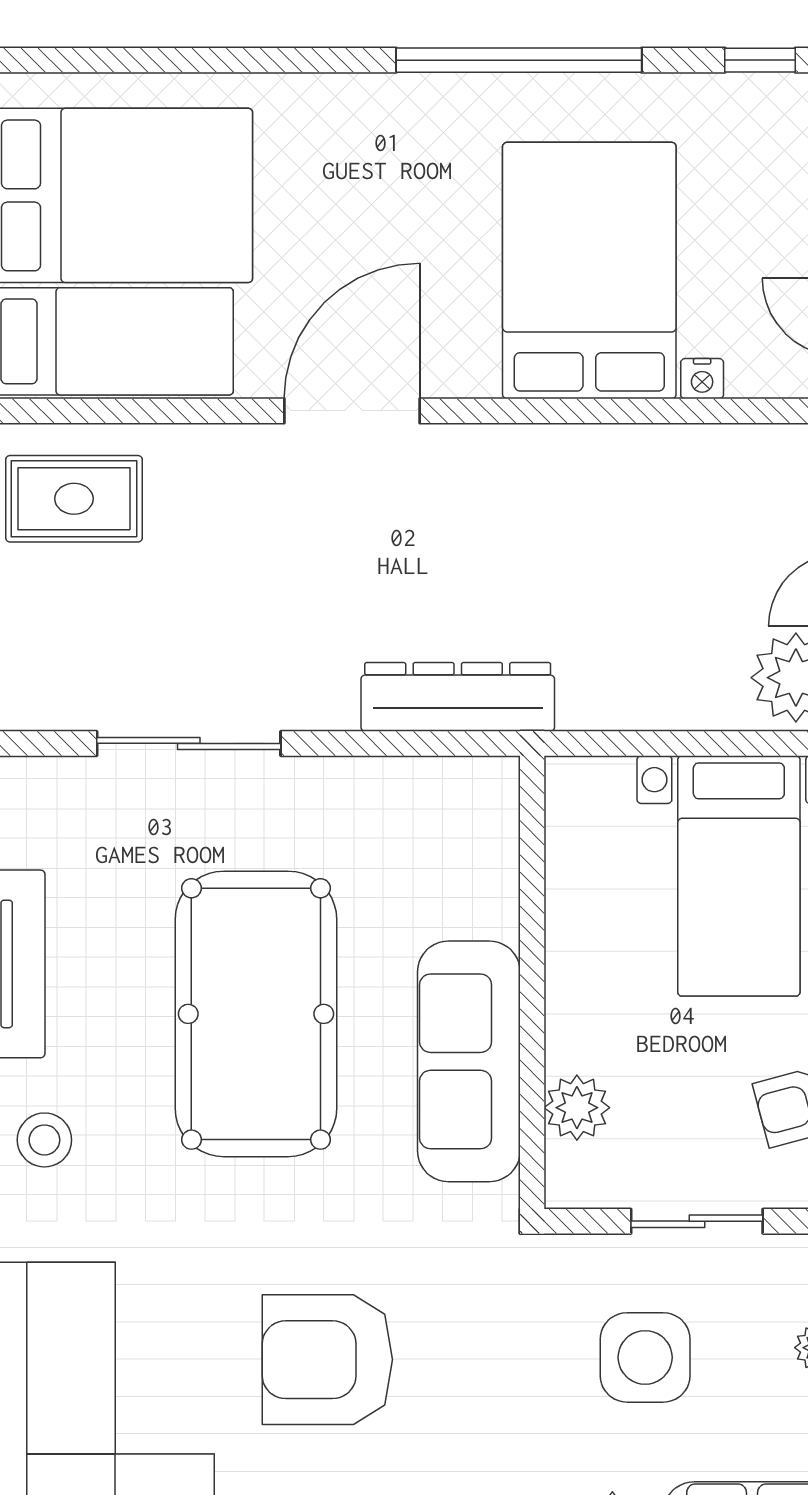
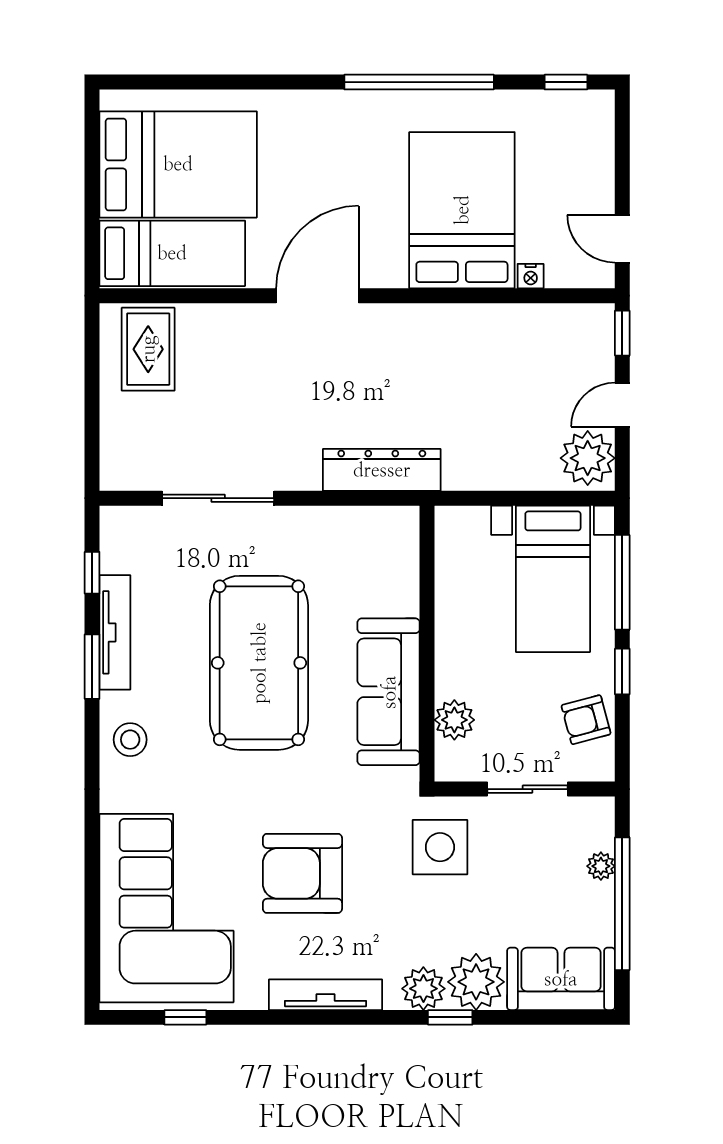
rug: (74, 499) -> (148, 349), turned 90
side table: (645, 1357) -> (440, 847), moved

